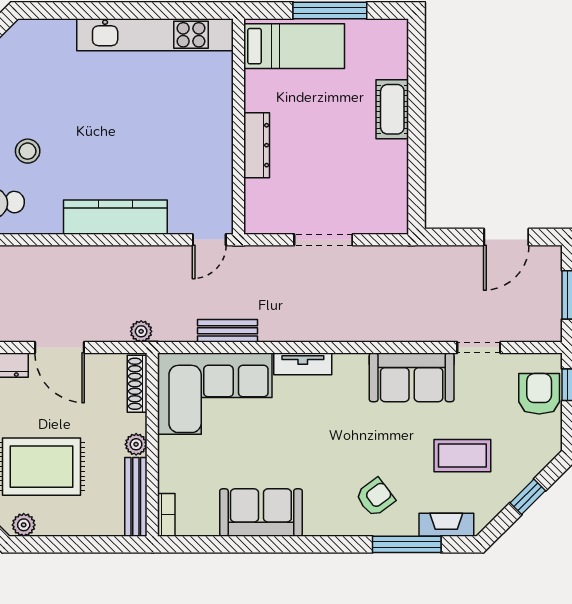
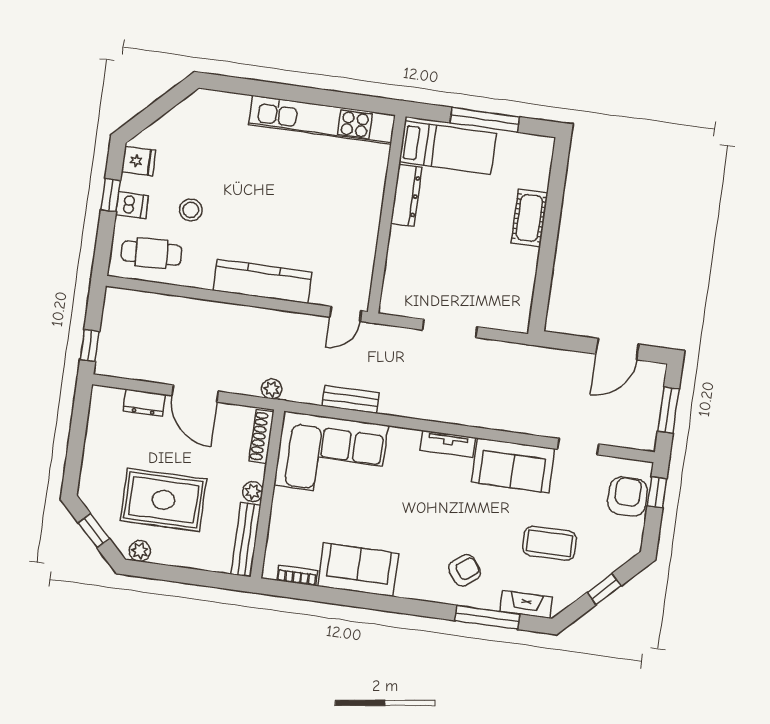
dresser: (257, 145) -> (406, 195), moved
tv unit: (303, 364) -> (448, 444), moved
bookcase: (166, 515) -> (297, 575), moved, turned -90

